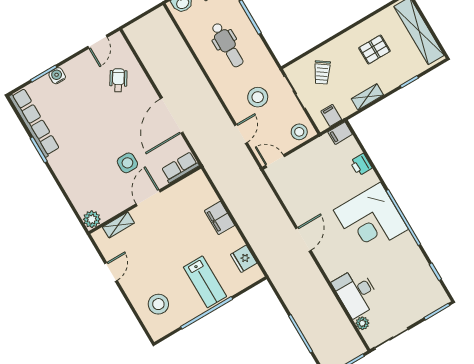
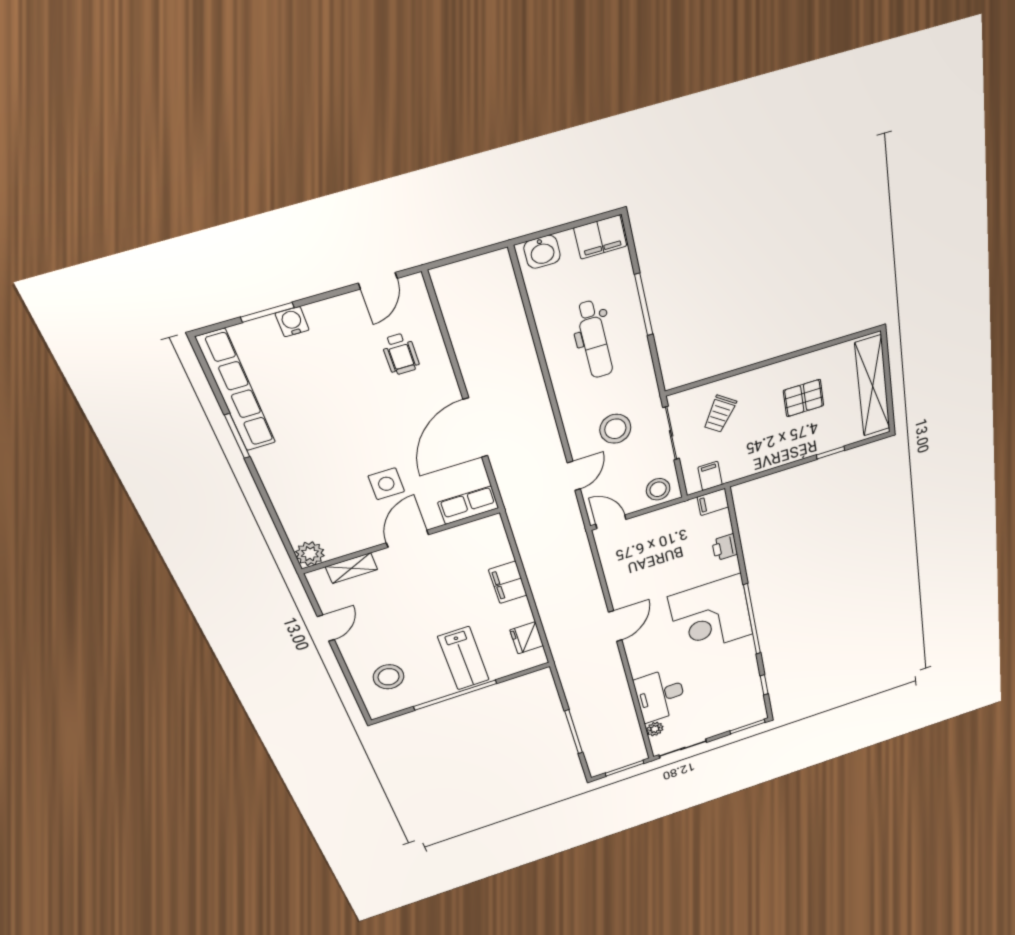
wheelchair: (118, 80) -> (400, 354), turned 148
shelving: (367, 97) -> (768, 461), removed

